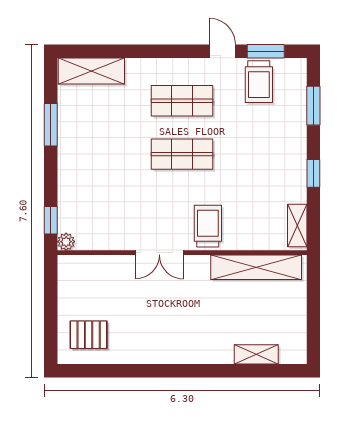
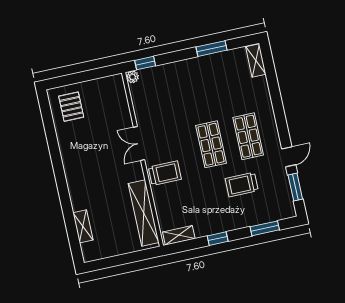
shelving: (91, 71) -> (256, 60), width x0.67, depth x0.75
trolley: (259, 82) -> (242, 185), moved

